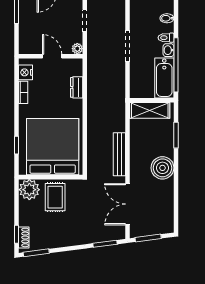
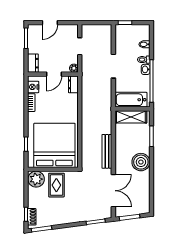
dresser: (25, 42) -> (33, 63), added
door: (52, 56) -> (54, 74), swing flipped
bathtub: (164, 78) -> (131, 100), moved, turned 90
dresser: (77, 87) -> (73, 84), moved
double door: (128, 204) -> (113, 191), swing flipped

